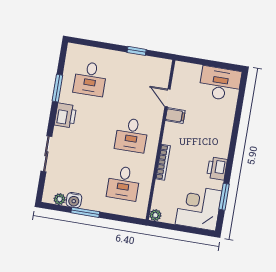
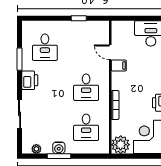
water cooler: (74, 200) -> (59, 148), moved
plant: (155, 215) -> (121, 145), width x1.87, depth x1.87

